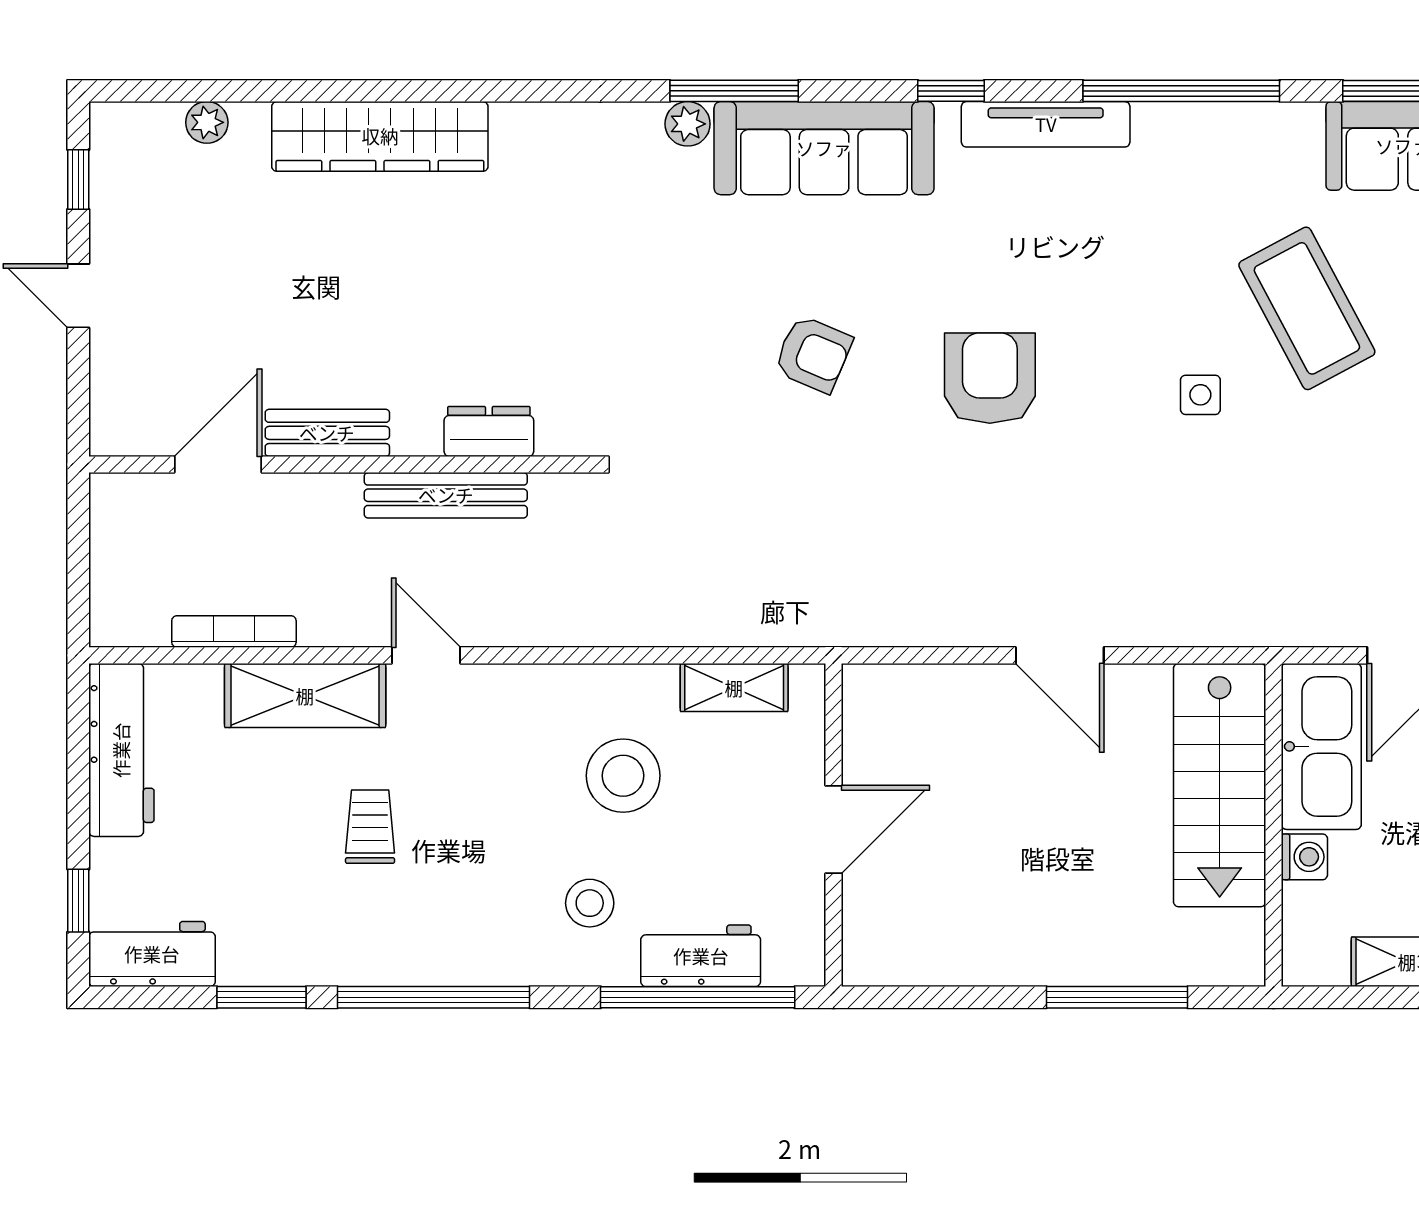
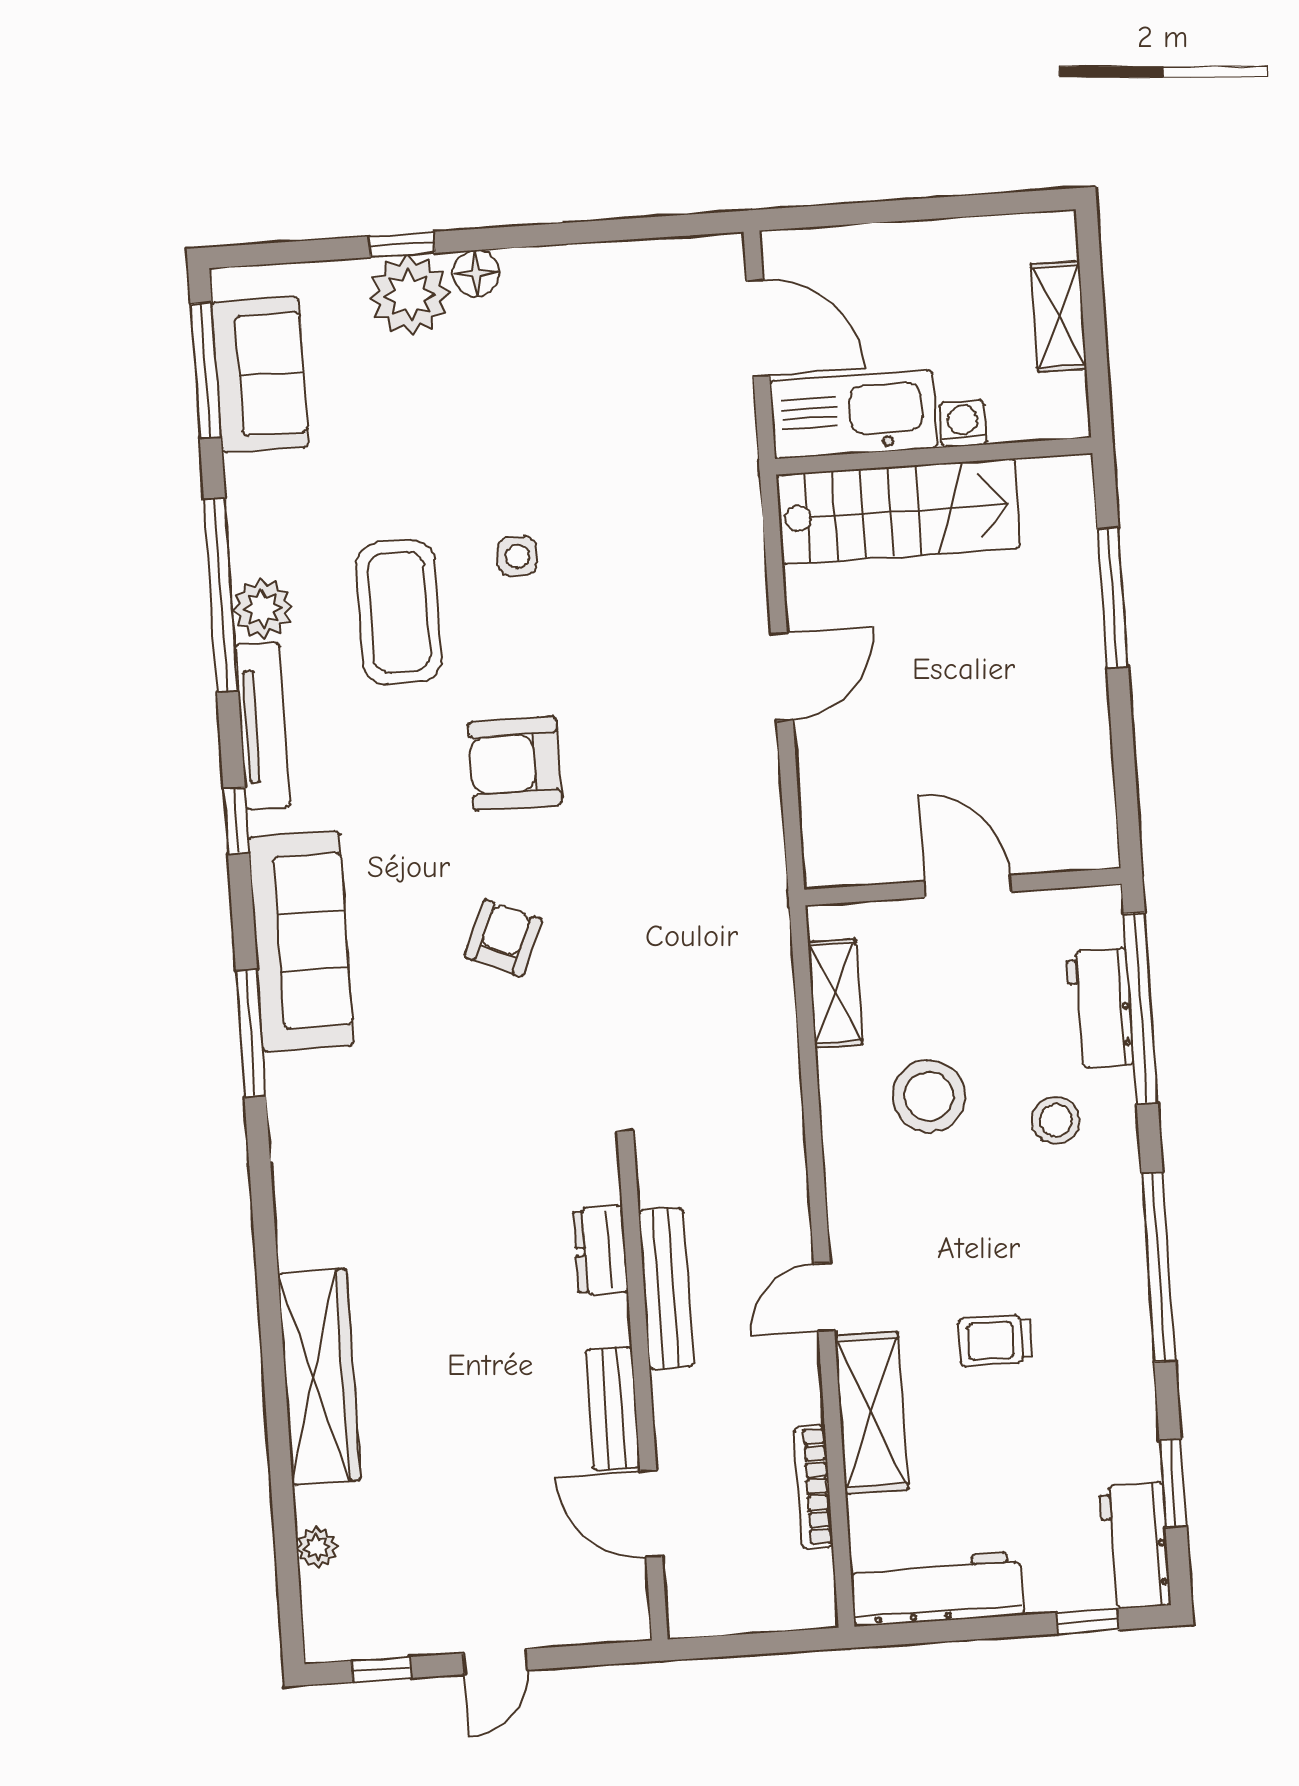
plant: (688, 124) -> (263, 609), moved, width x1.38, depth x1.38
coffee table: (1307, 308) -> (399, 612), moved, turned -62
window: (261, 997) -> (1173, 1483), moved

